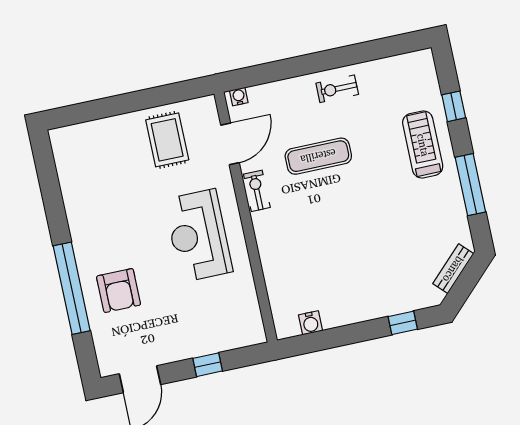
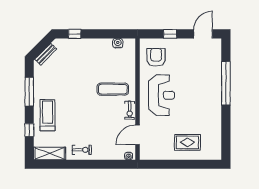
shelving: (402, 67) -> (50, 153), added
rug: (167, 140) -> (187, 142), moved, turned 90
treadmill: (423, 145) -> (48, 115), turned 180
exercise mat: (318, 156) -> (113, 89), moved
armchair: (119, 291) -> (156, 57), moved

